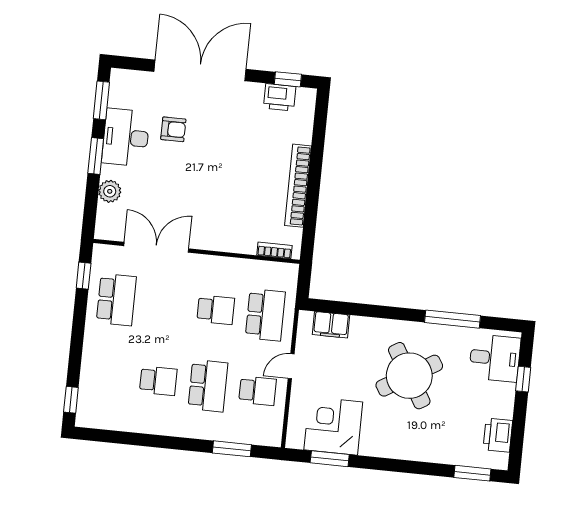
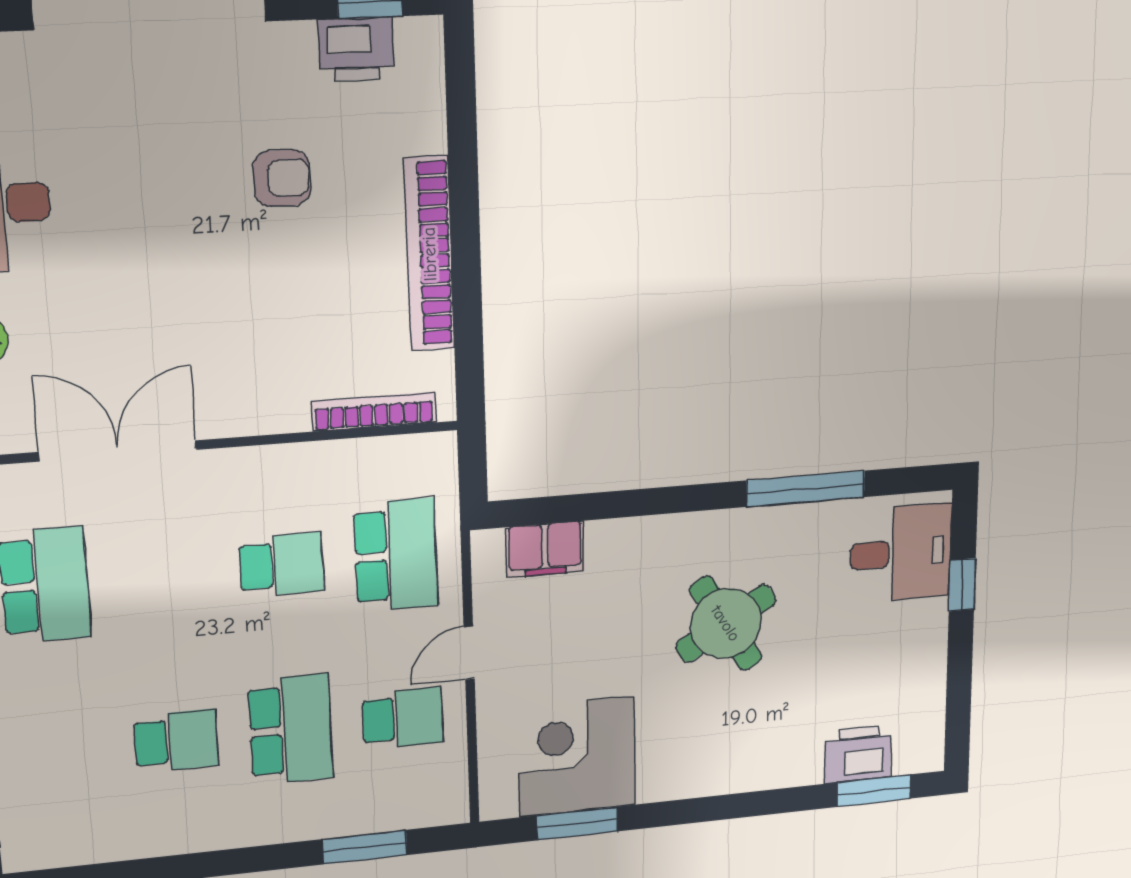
armchair: (173, 129) -> (282, 178), moved
bookcase: (274, 250) -> (374, 412), width x1.56
round table: (409, 376) -> (726, 623), width x0.73, depth x0.73
printer: (498, 435) -> (858, 754), moved, turned 90

